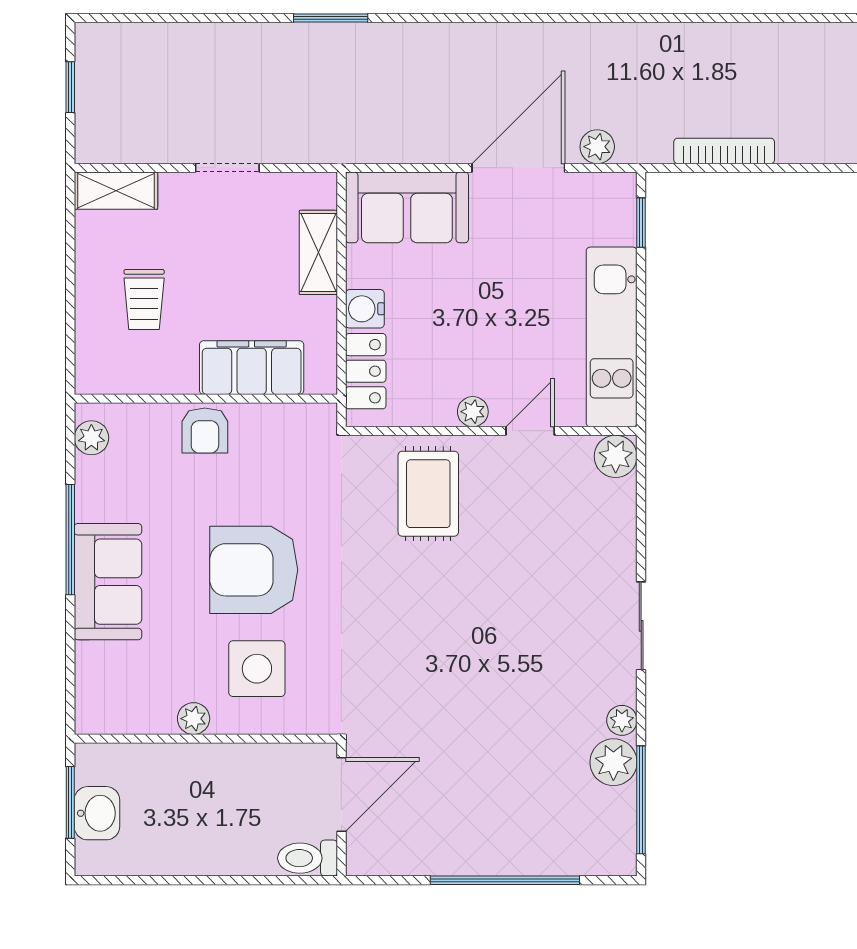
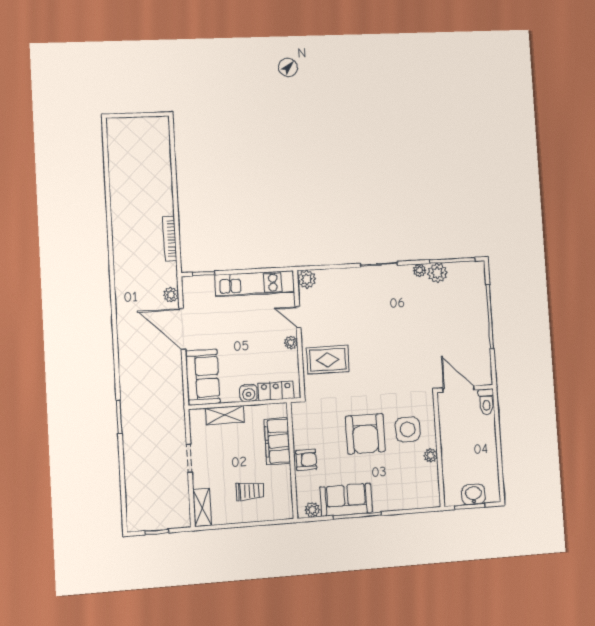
sofa: (108, 582) -> (346, 500), moved

